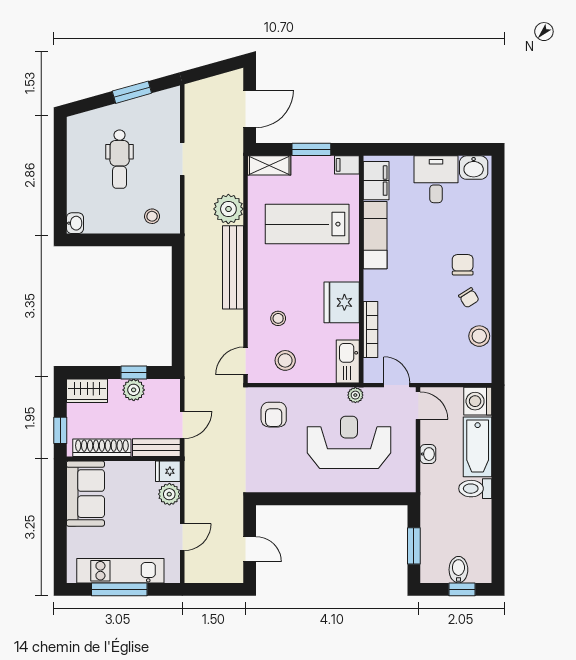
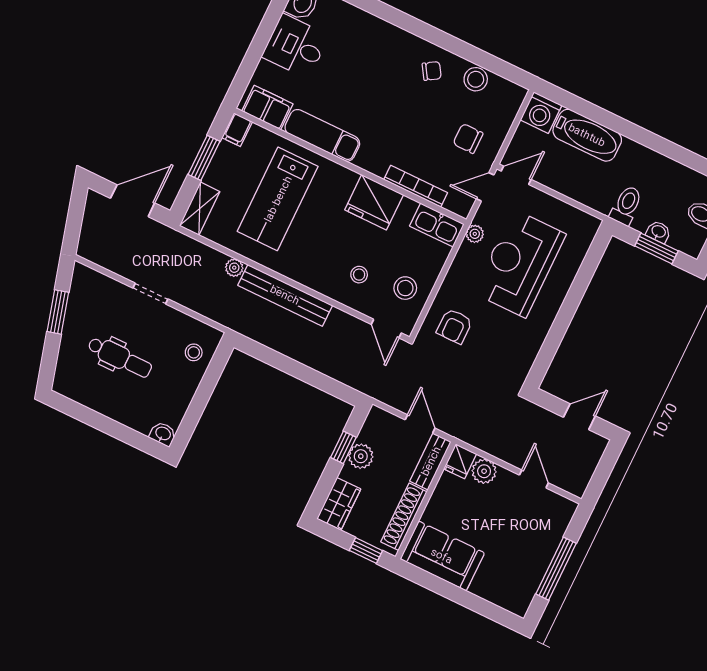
door: (250, 109) -> (133, 201), hinge flipped
plant: (228, 209) -> (234, 268), width x0.53, depth x0.53
chair: (463, 265) -> (468, 139), moved
armchair: (274, 415) -> (455, 326), turned 90
washbasin: (428, 454) -> (658, 232), moved
toilet: (475, 489) -> (626, 205), moved, turned 180
kitchen unit: (120, 571) -> (538, 558), removed

